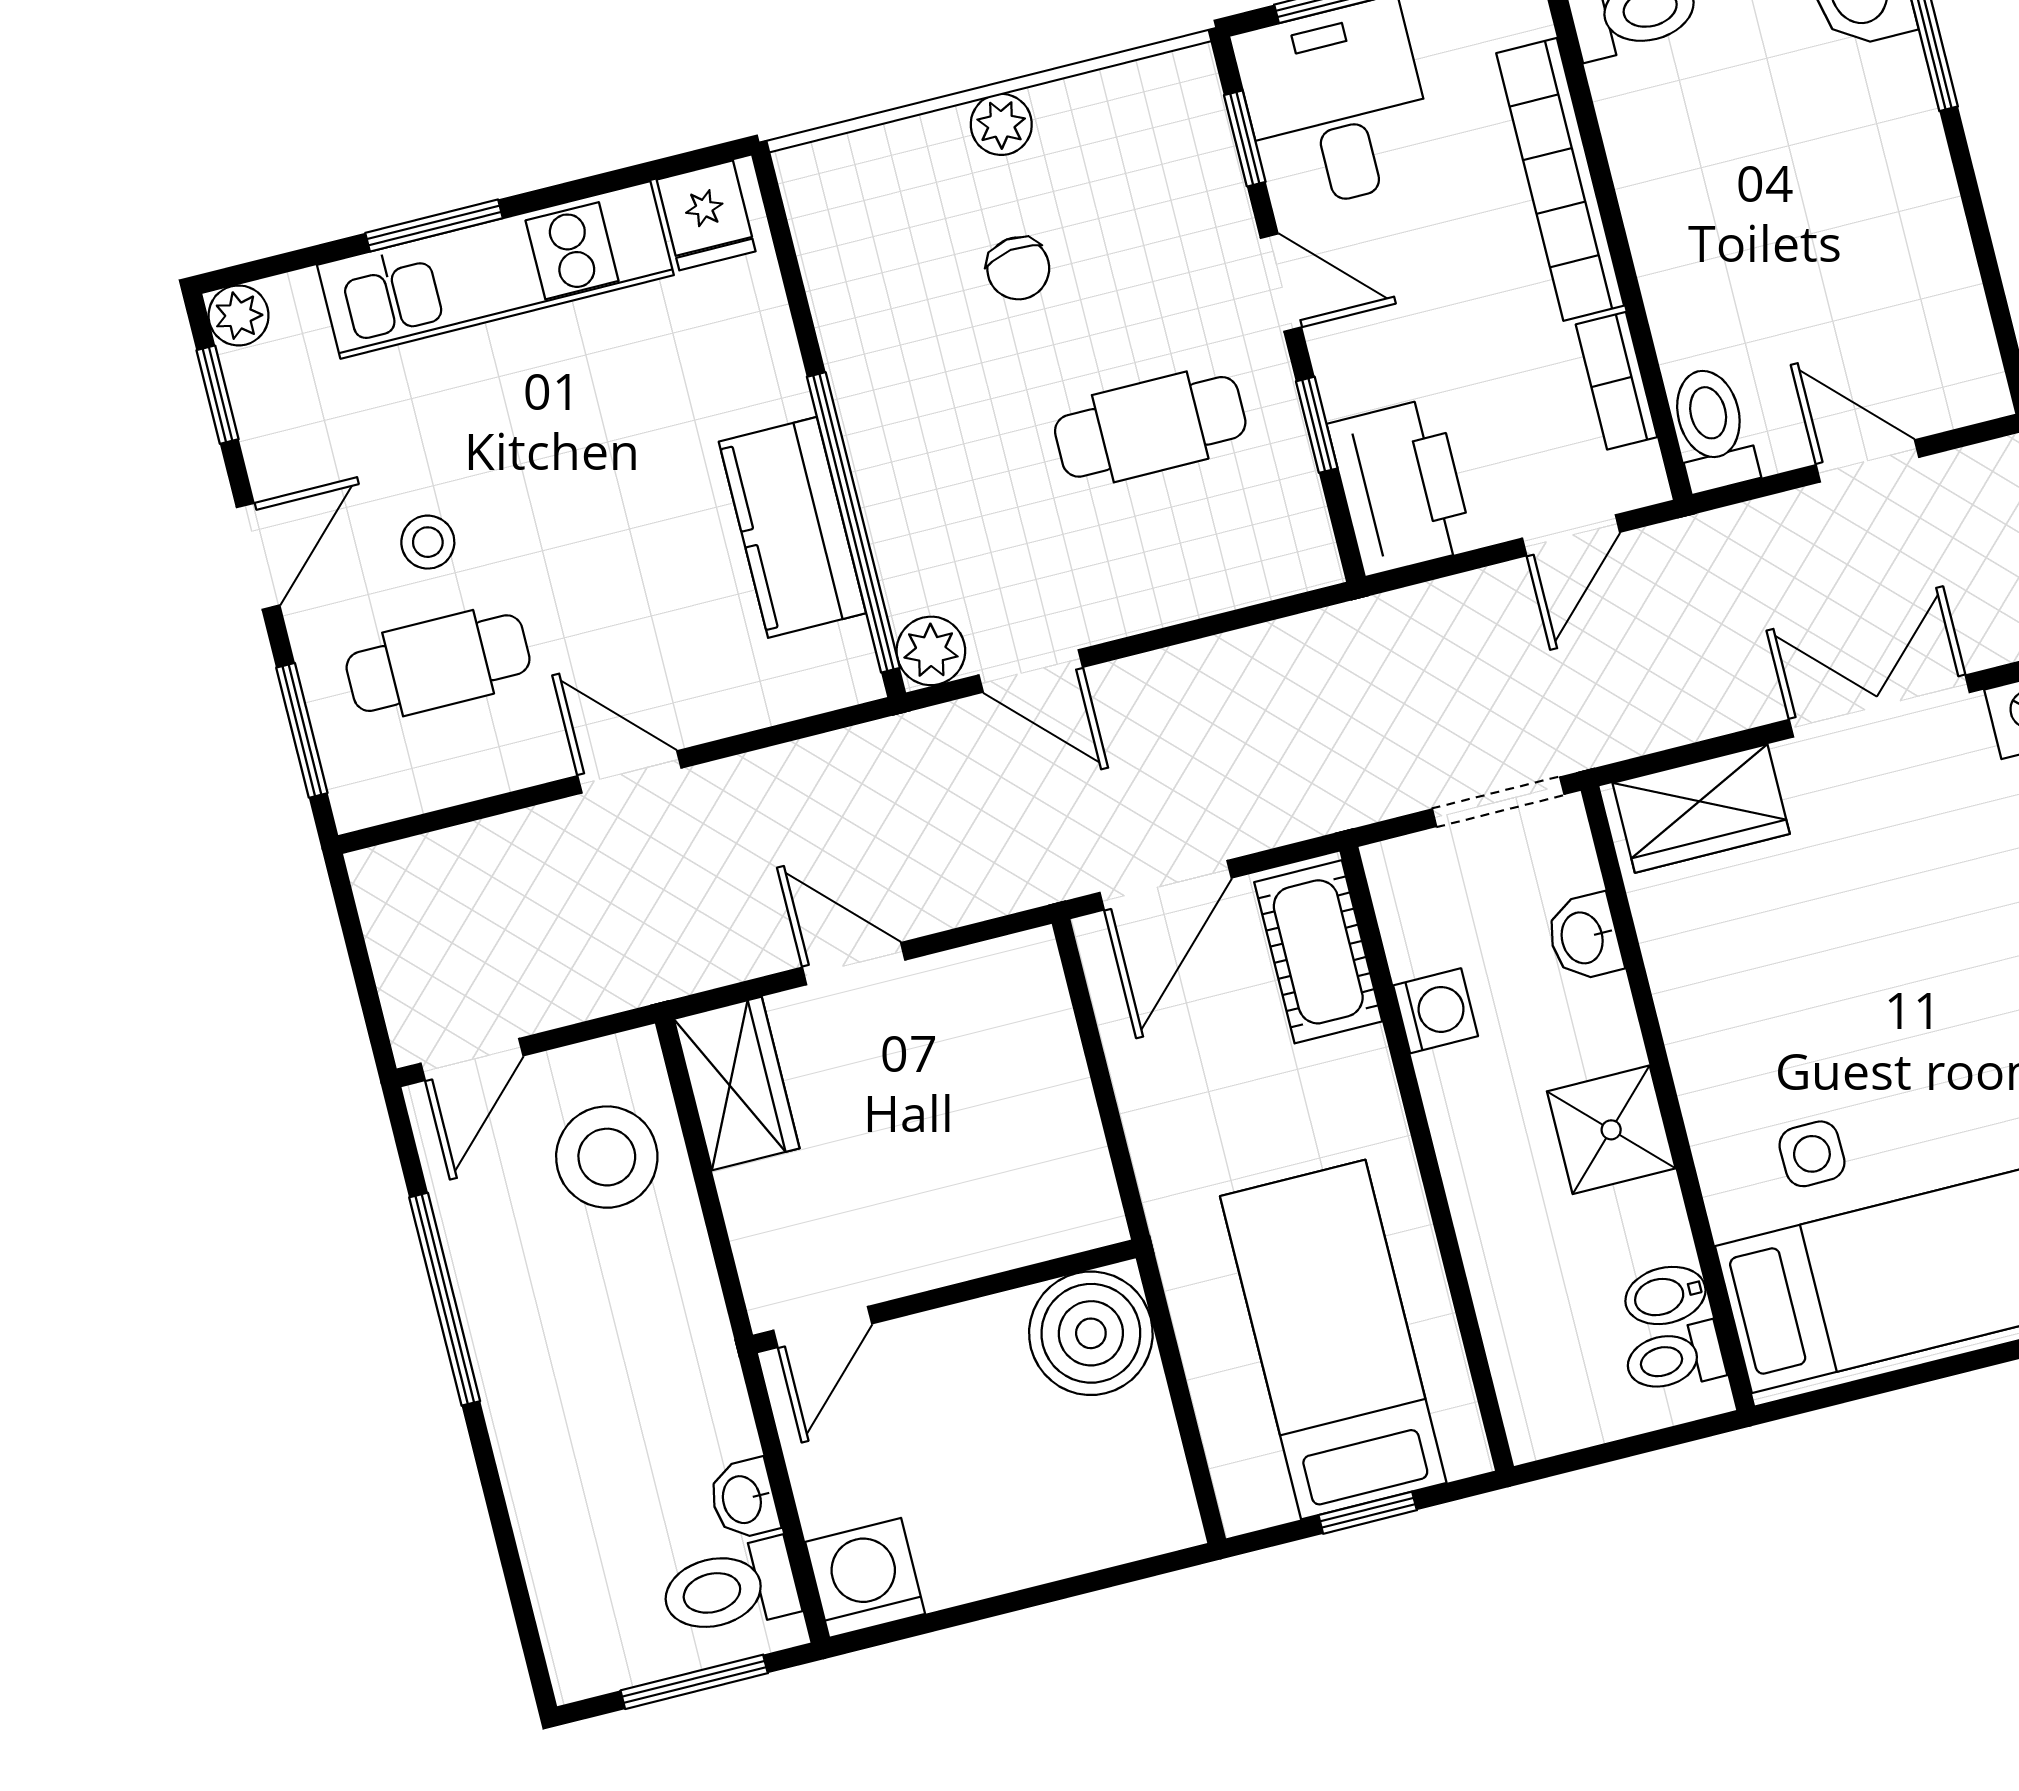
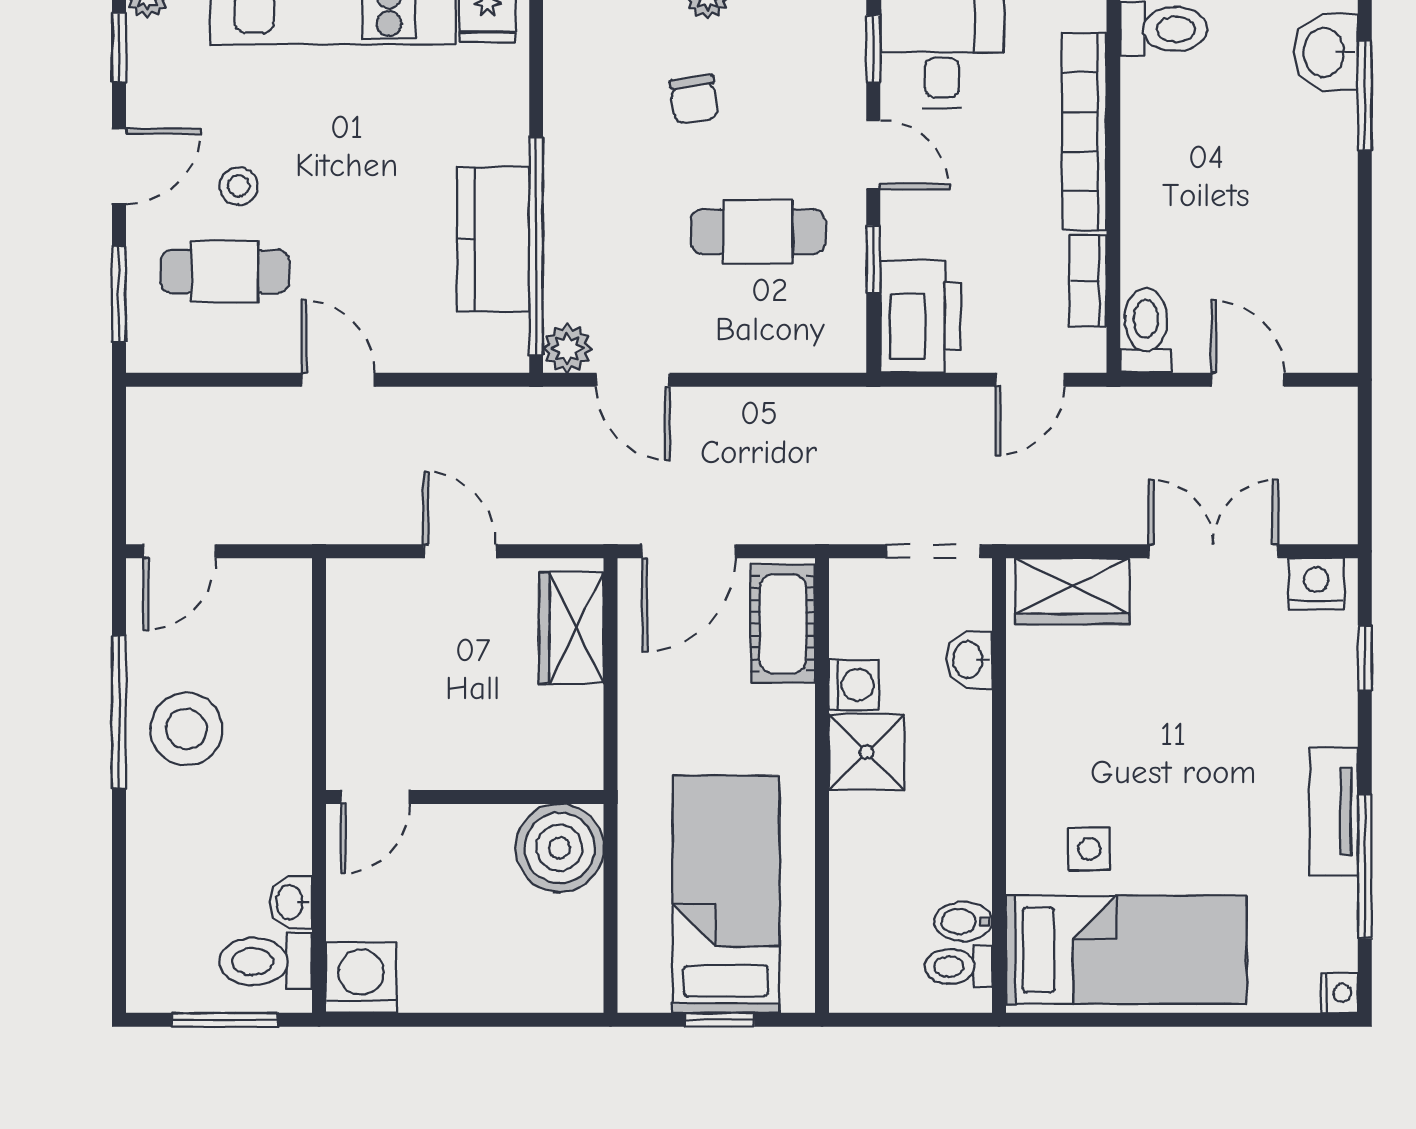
wardrobe: (737, 1084) -> (571, 628), moved, turned 180
shower: (1611, 1130) -> (867, 752), moved
stool: (607, 1157) -> (186, 729), moved

